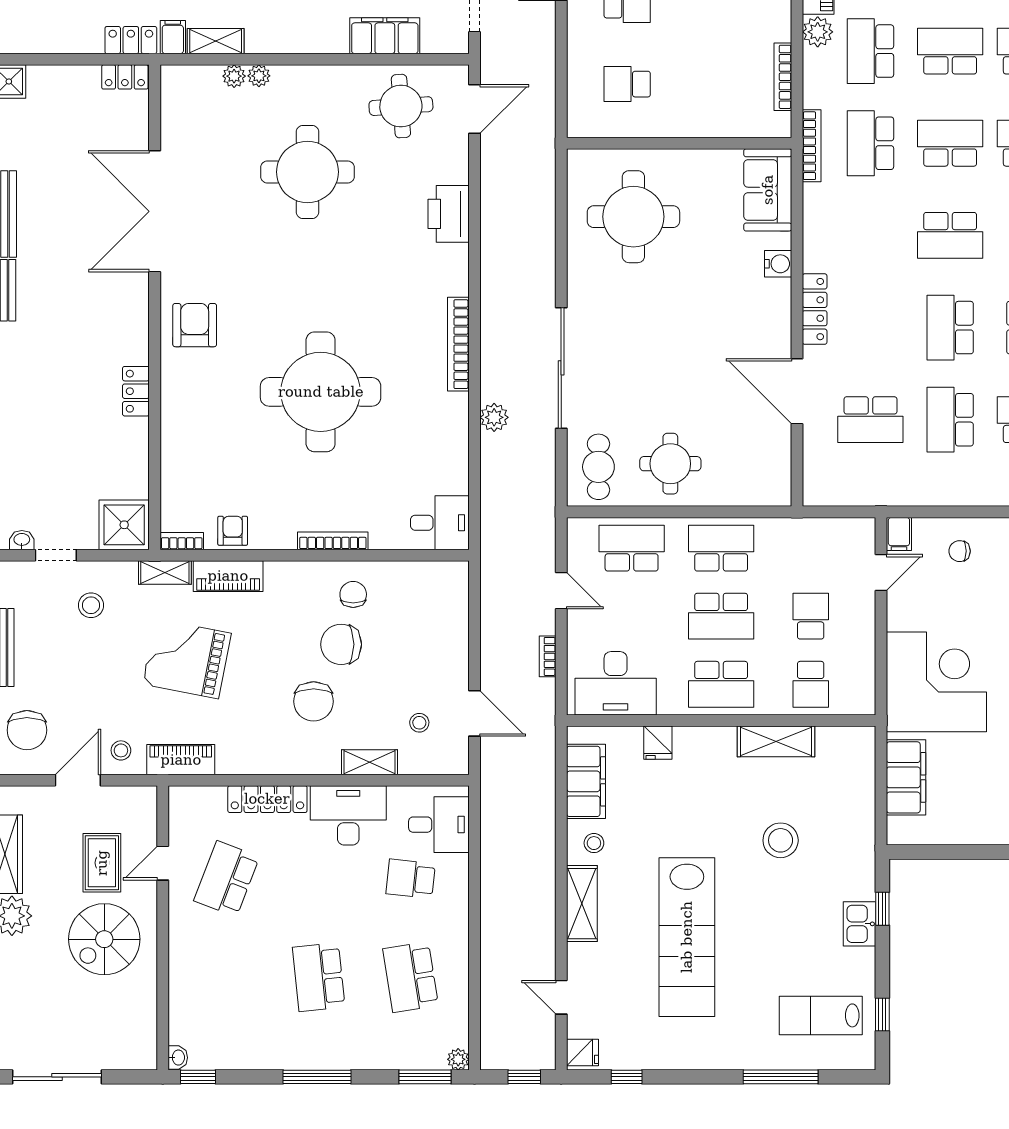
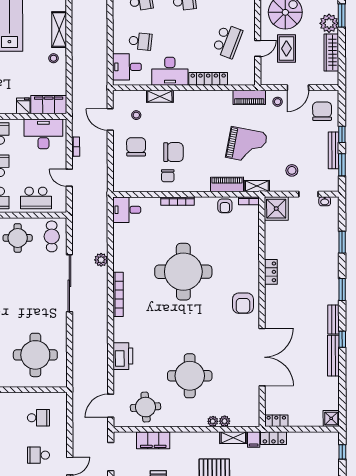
chair: (314, 701) -> (136, 147), moved
filing cabinet: (586, 781) -> (49, 105), moved, turned 90

